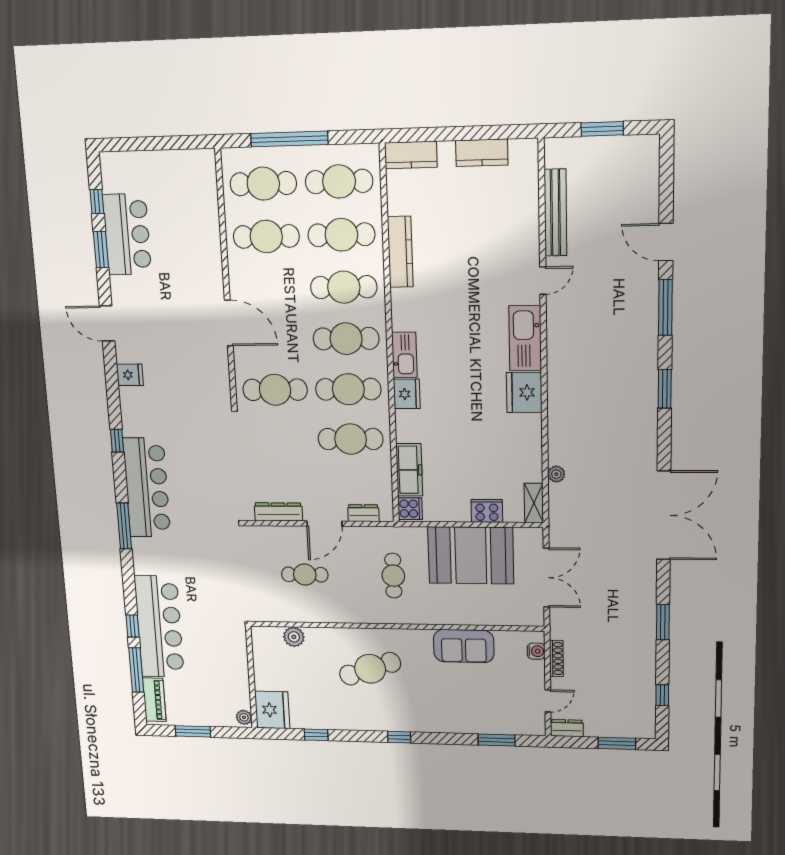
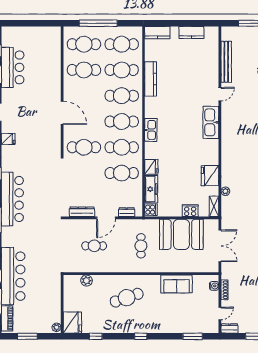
fridge: (524, 392) -> (210, 176), moved
fridge: (407, 394) -> (151, 167), moved

